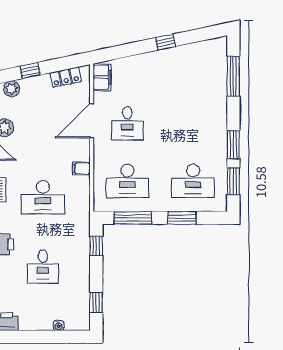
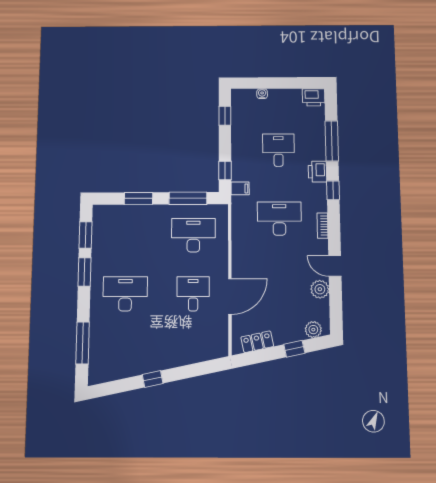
filing cabinet: (102, 77) -> (219, 342), removed
filing cabinet: (81, 169) -> (240, 188), moved
desk: (193, 181) -> (125, 294), moved

